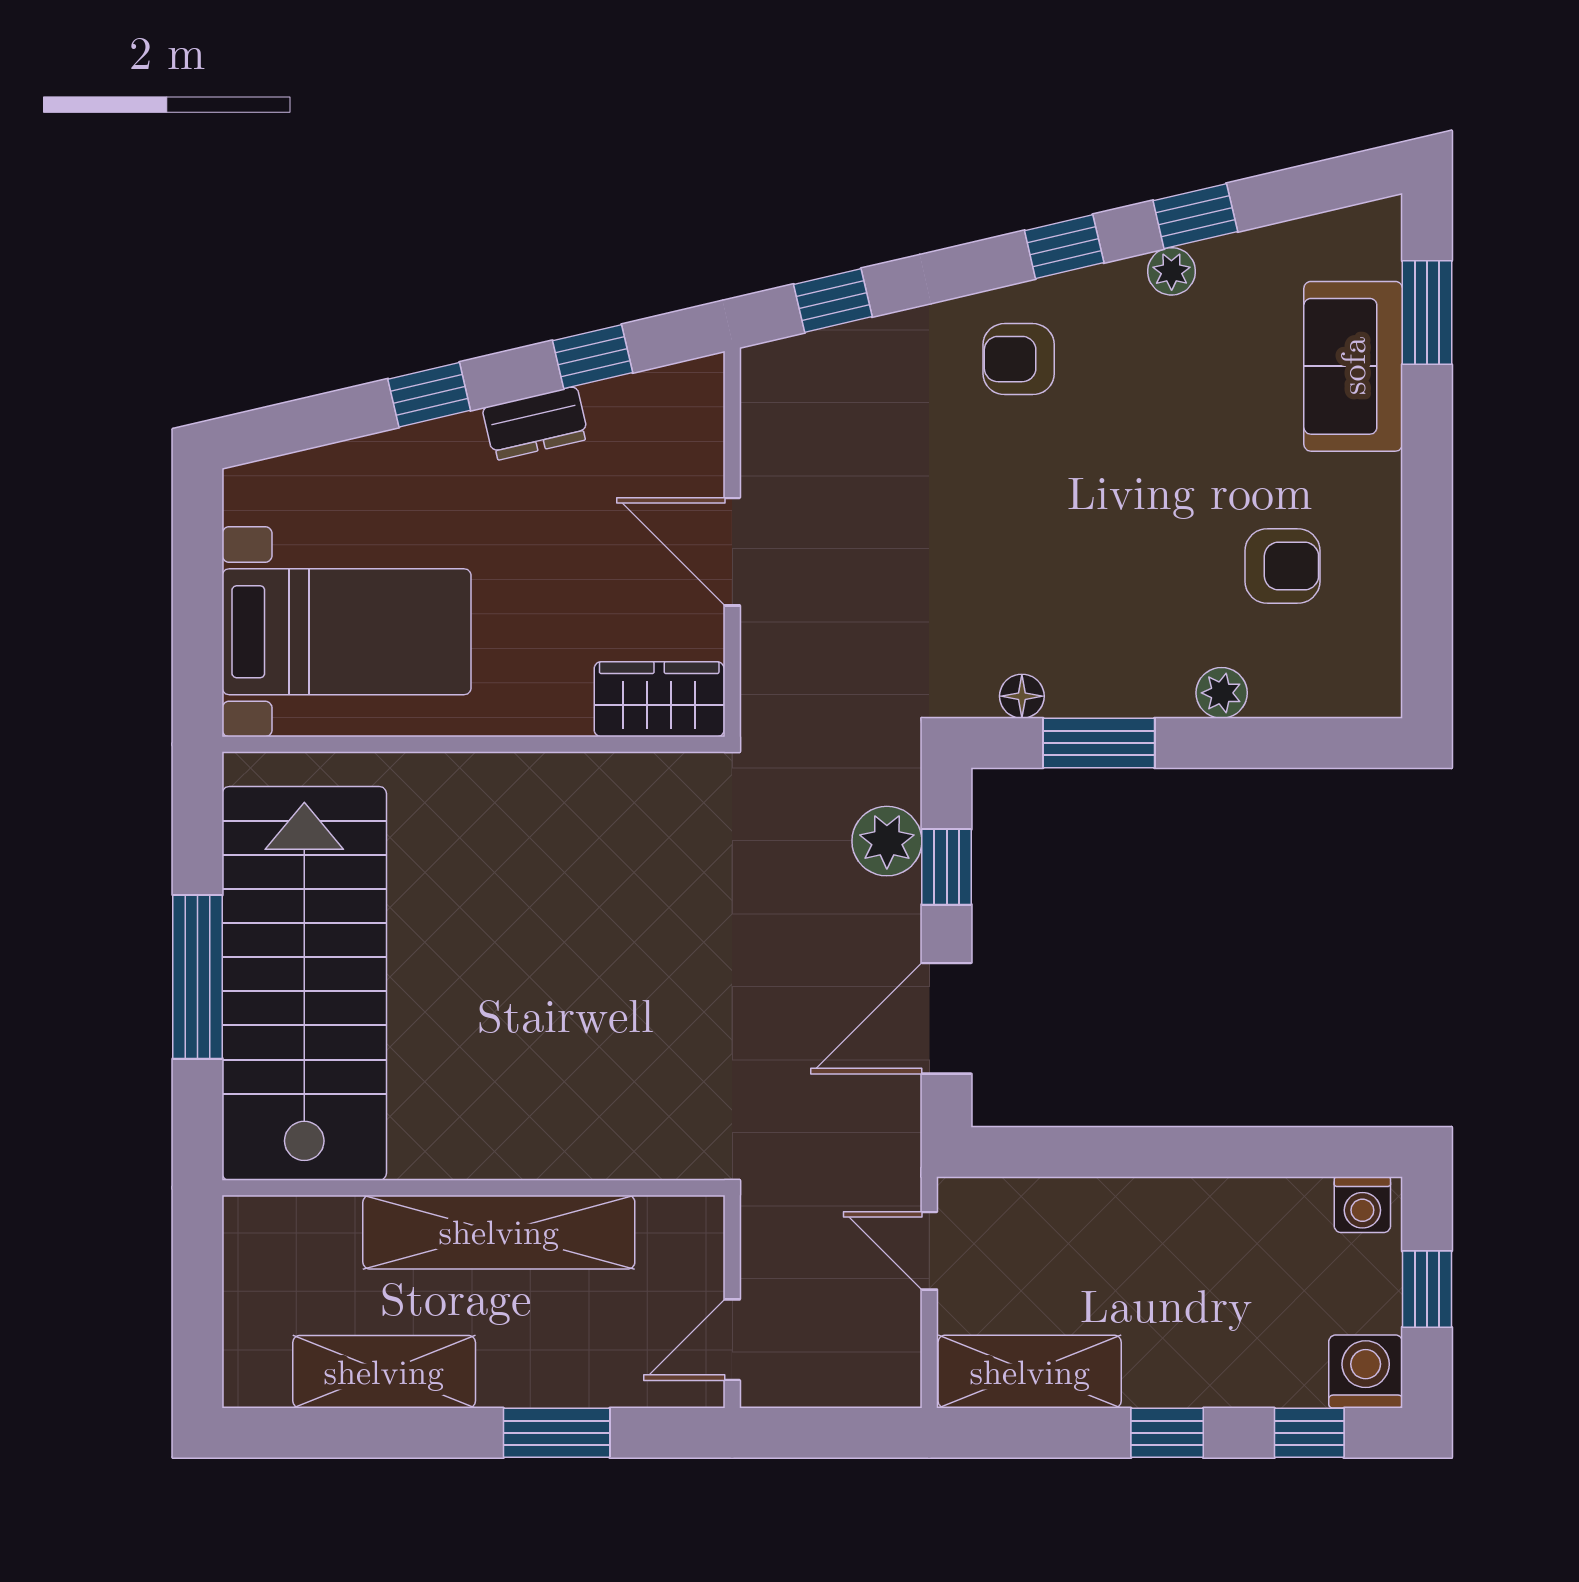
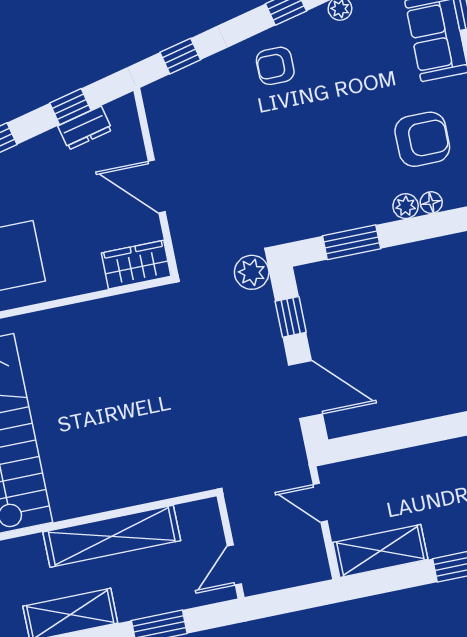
dresser: (536, 423) -> (85, 128), moved
armchair: (1282, 566) -> (422, 139), width x1.38, depth x1.38
floor lamp: (1022, 696) -> (431, 203), moved
plant: (887, 841) -> (252, 272), moved
door: (947, 1018) -> (306, 389), swing flipped

